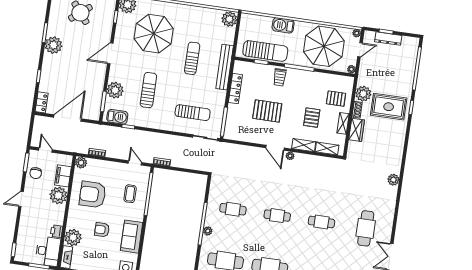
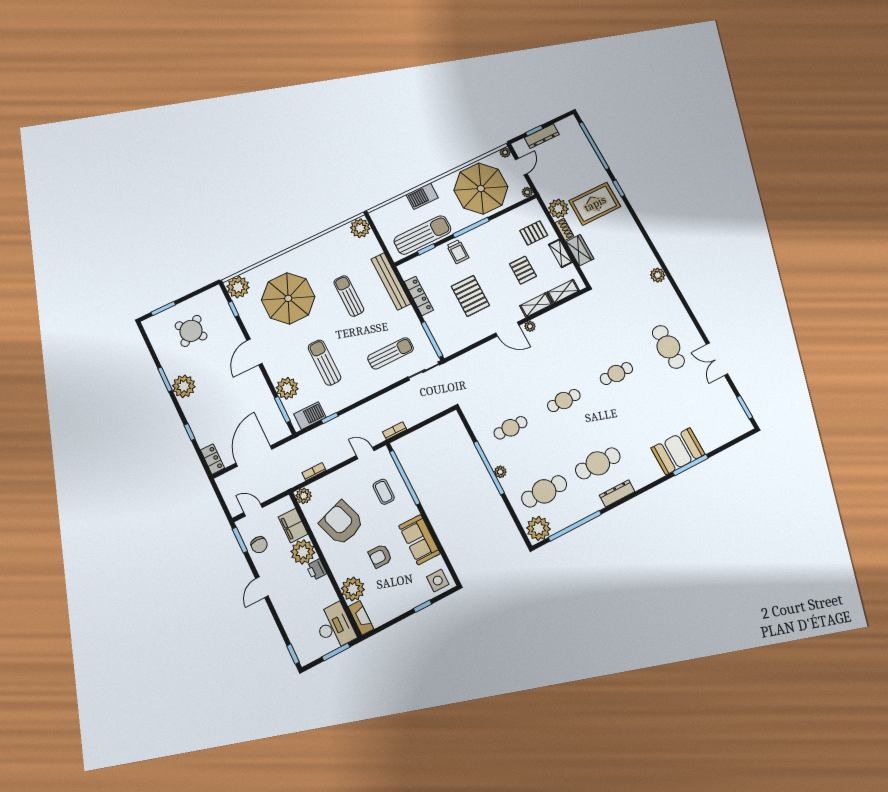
pallet: (267, 111) -> (470, 296), turned 90
armchair: (93, 194) -> (342, 523), turned 71
printer: (57, 231) -> (317, 570), moved

